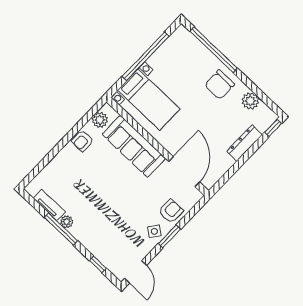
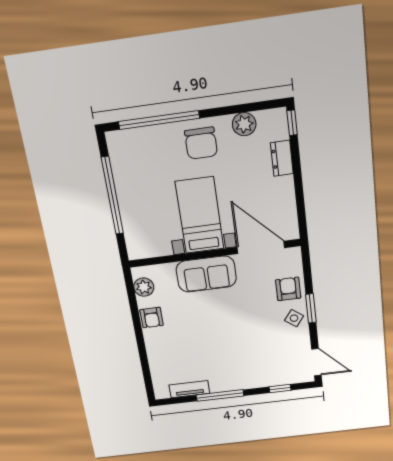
bed with nightstands: (149, 100) -> (200, 215), moved, turned -90
dresser: (244, 143) -> (282, 158), width x0.70
sofa: (134, 146) -> (206, 274), width x0.73
plant: (67, 222) -> (217, 386), removed

